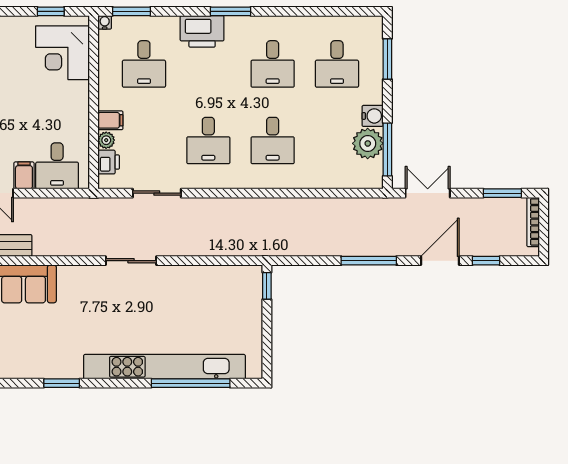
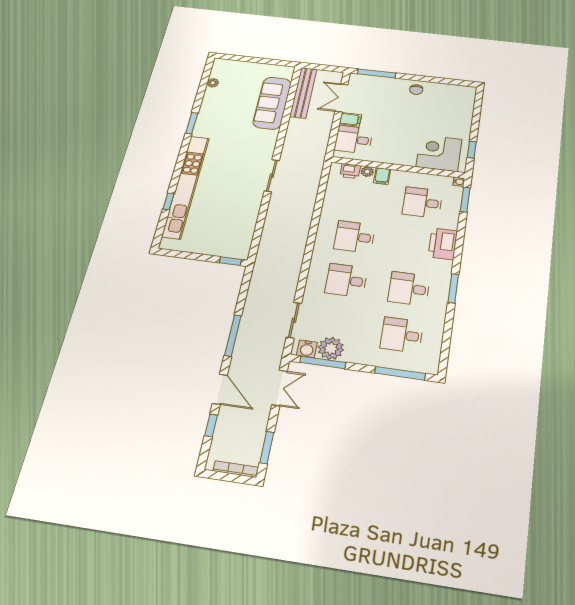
window: (230, 11) -> (453, 288), moved
window: (387, 59) -> (400, 373), width x1.44
water cooler: (373, 116) -> (307, 349), moved
sliding door: (157, 193) -> (294, 320), moved
window: (191, 383) -> (169, 201), width x0.32

